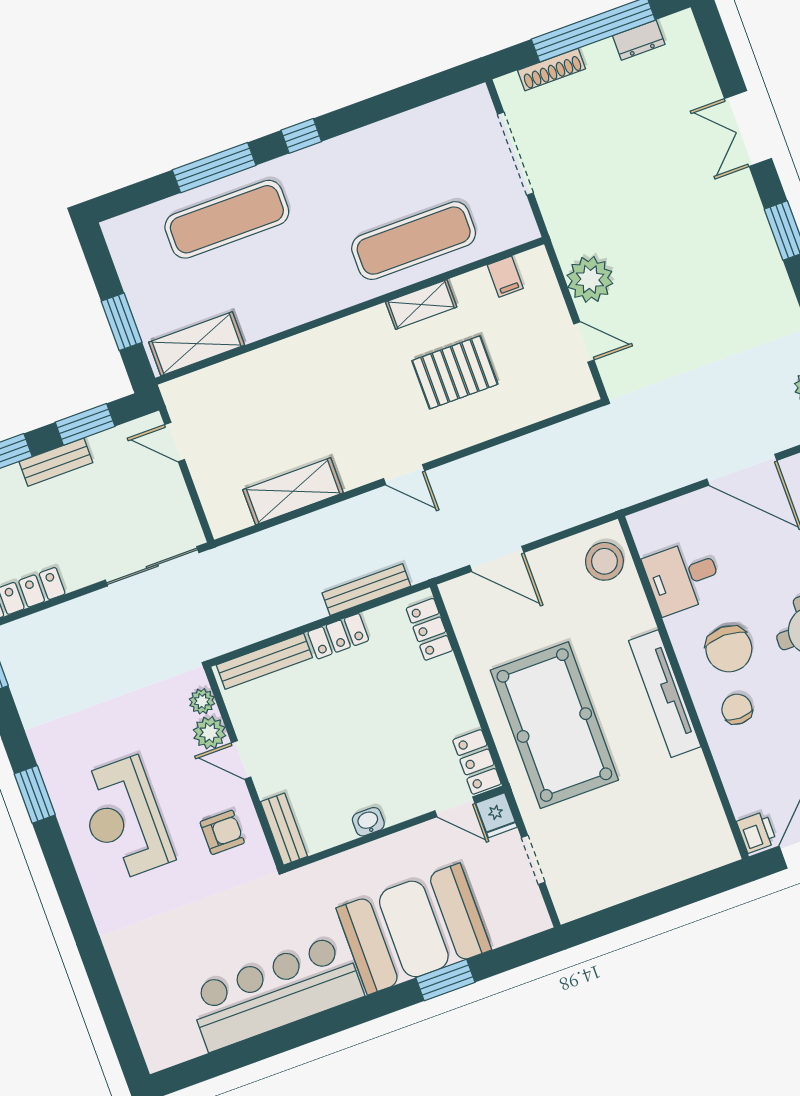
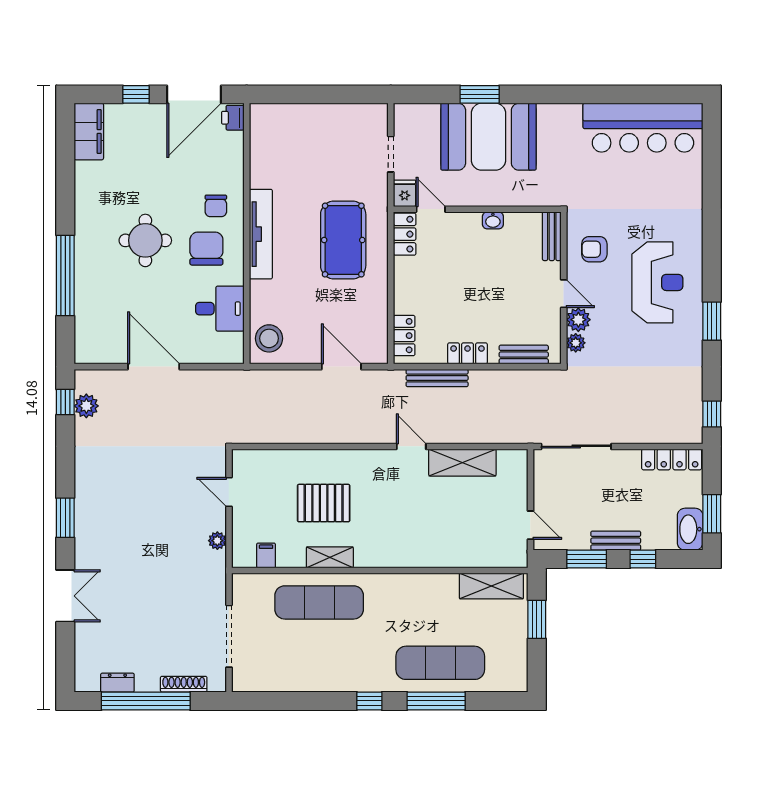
plant: (590, 279) -> (217, 541), width x0.53, depth x0.53
door: (404, 475) -> (411, 446), moved
bench: (264, 661) -> (524, 355), width x0.73
pool table: (554, 725) -> (343, 240), width x0.73, depth x0.76
bar counter: (275, 993) -> (643, 128), moved

